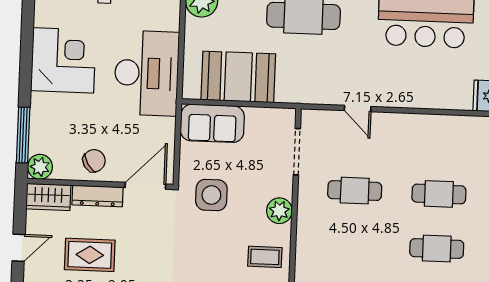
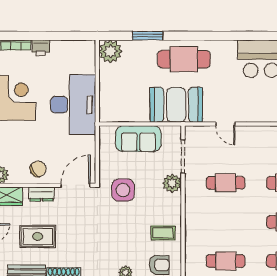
booth: (238, 77) -> (176, 105), moved
sofa: (212, 123) -> (138, 139), moved
dresser: (98, 196) -> (42, 194), width x0.70
plant: (279, 211) -> (172, 183), moved

